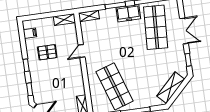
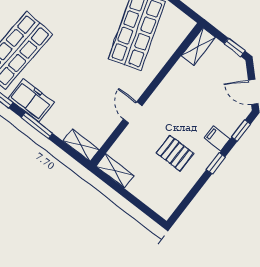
filing cabinet: (30, 33) -> (217, 139), moved
door: (82, 51) -> (133, 112), swing flipped

